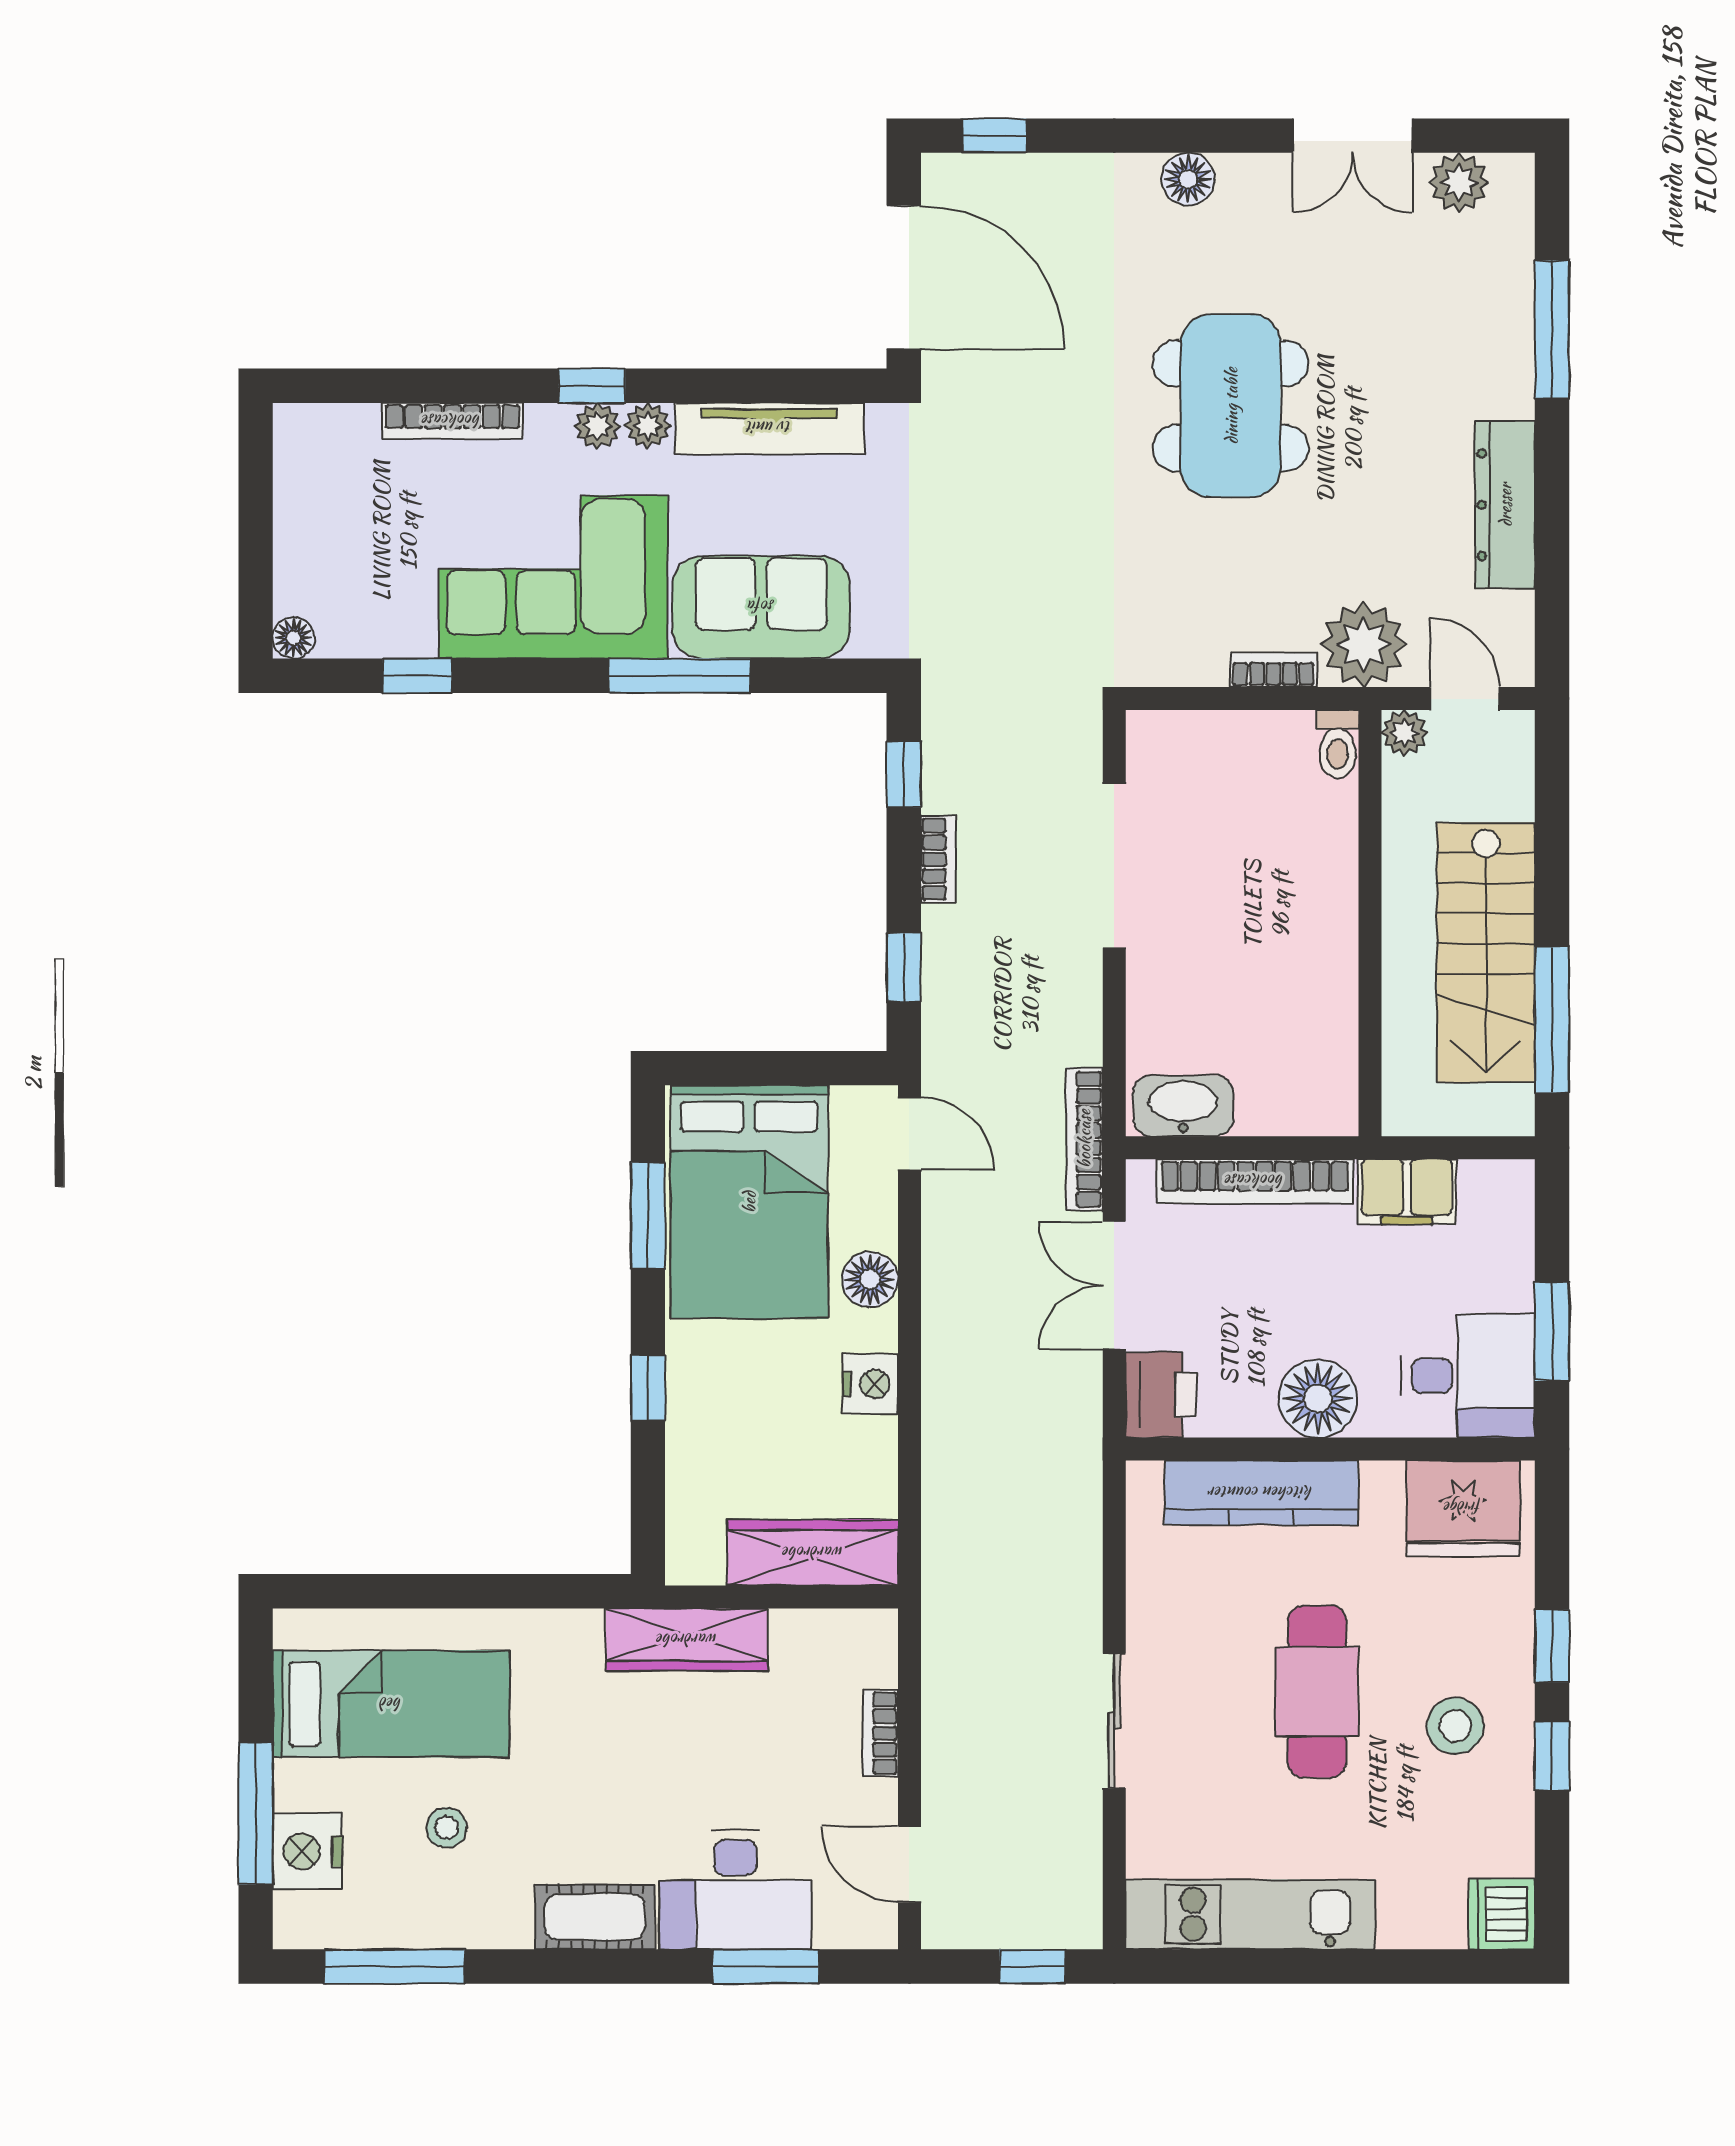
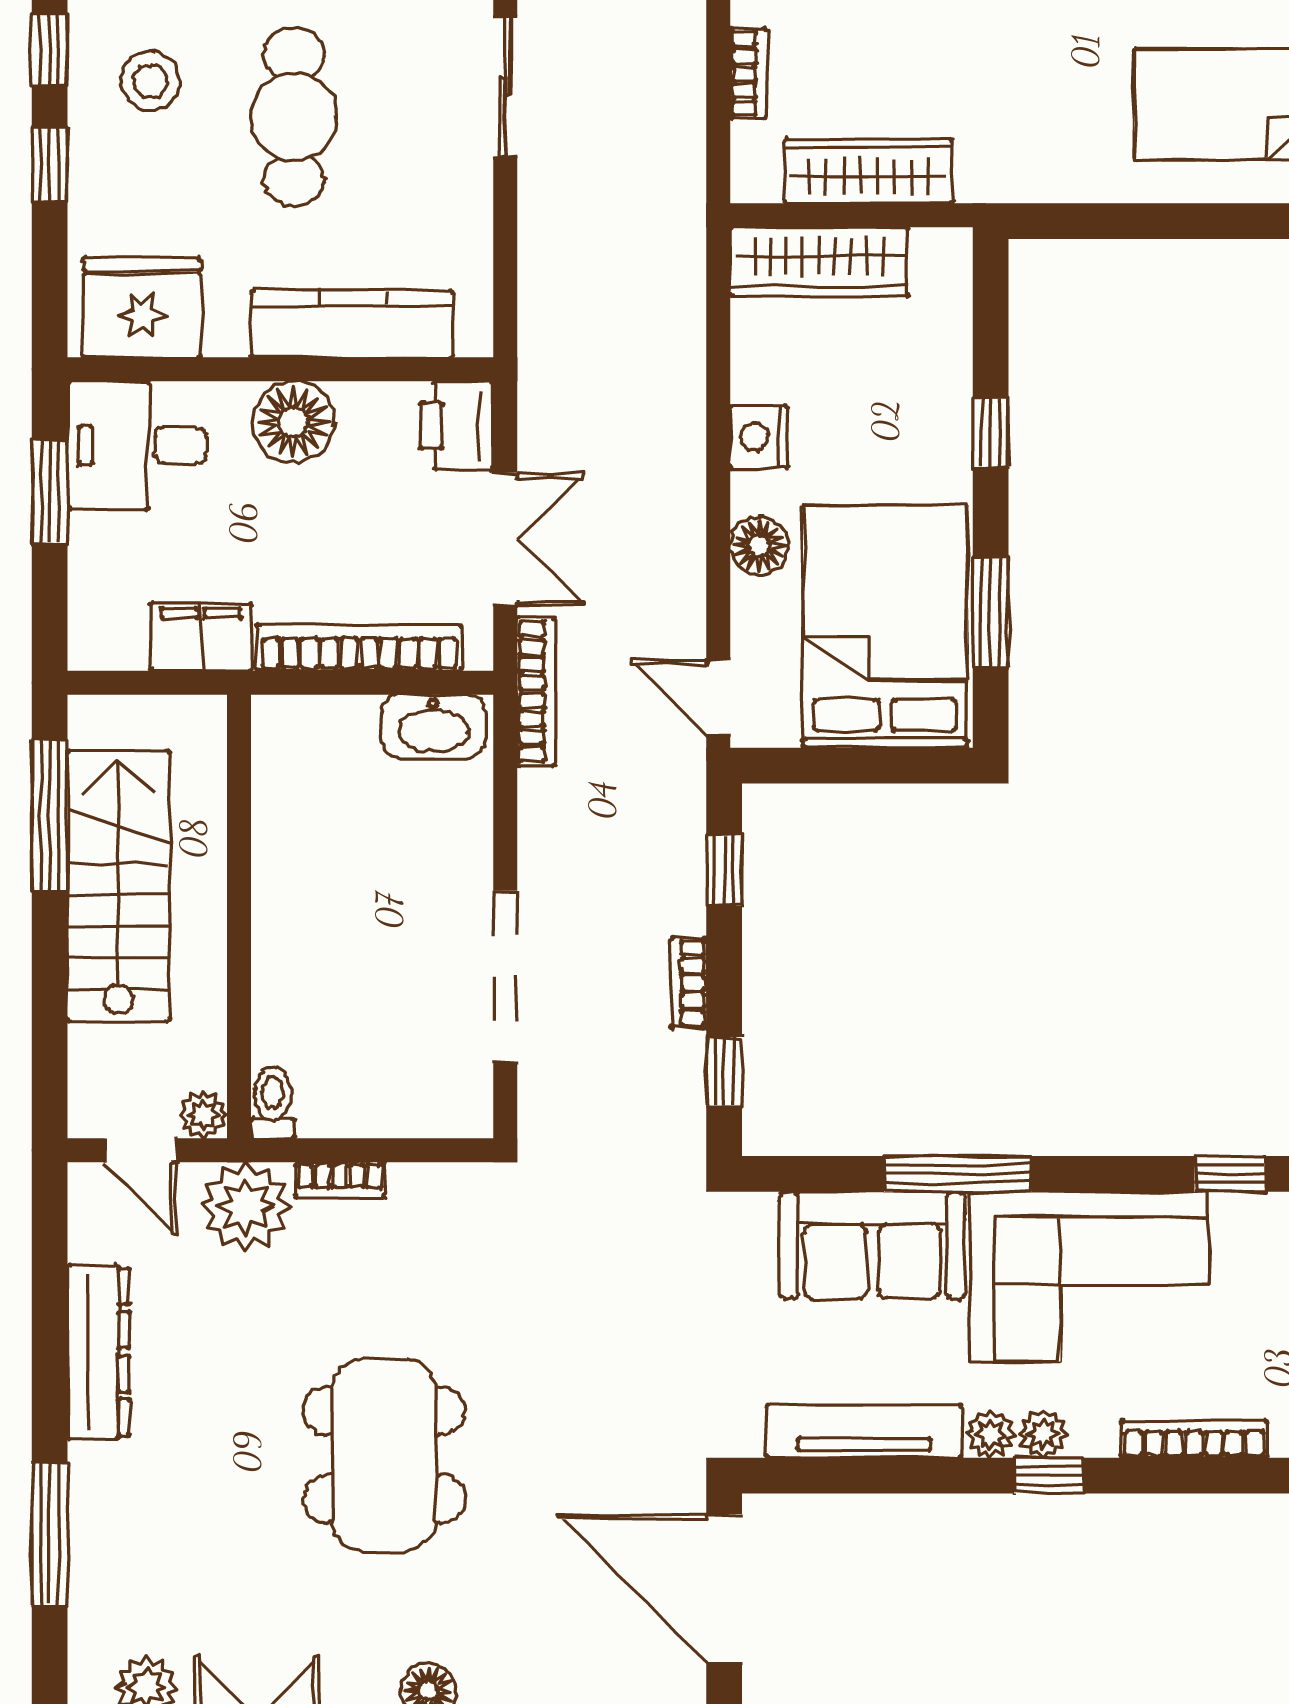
wardrobe: (687, 1640) -> (869, 171), moved

